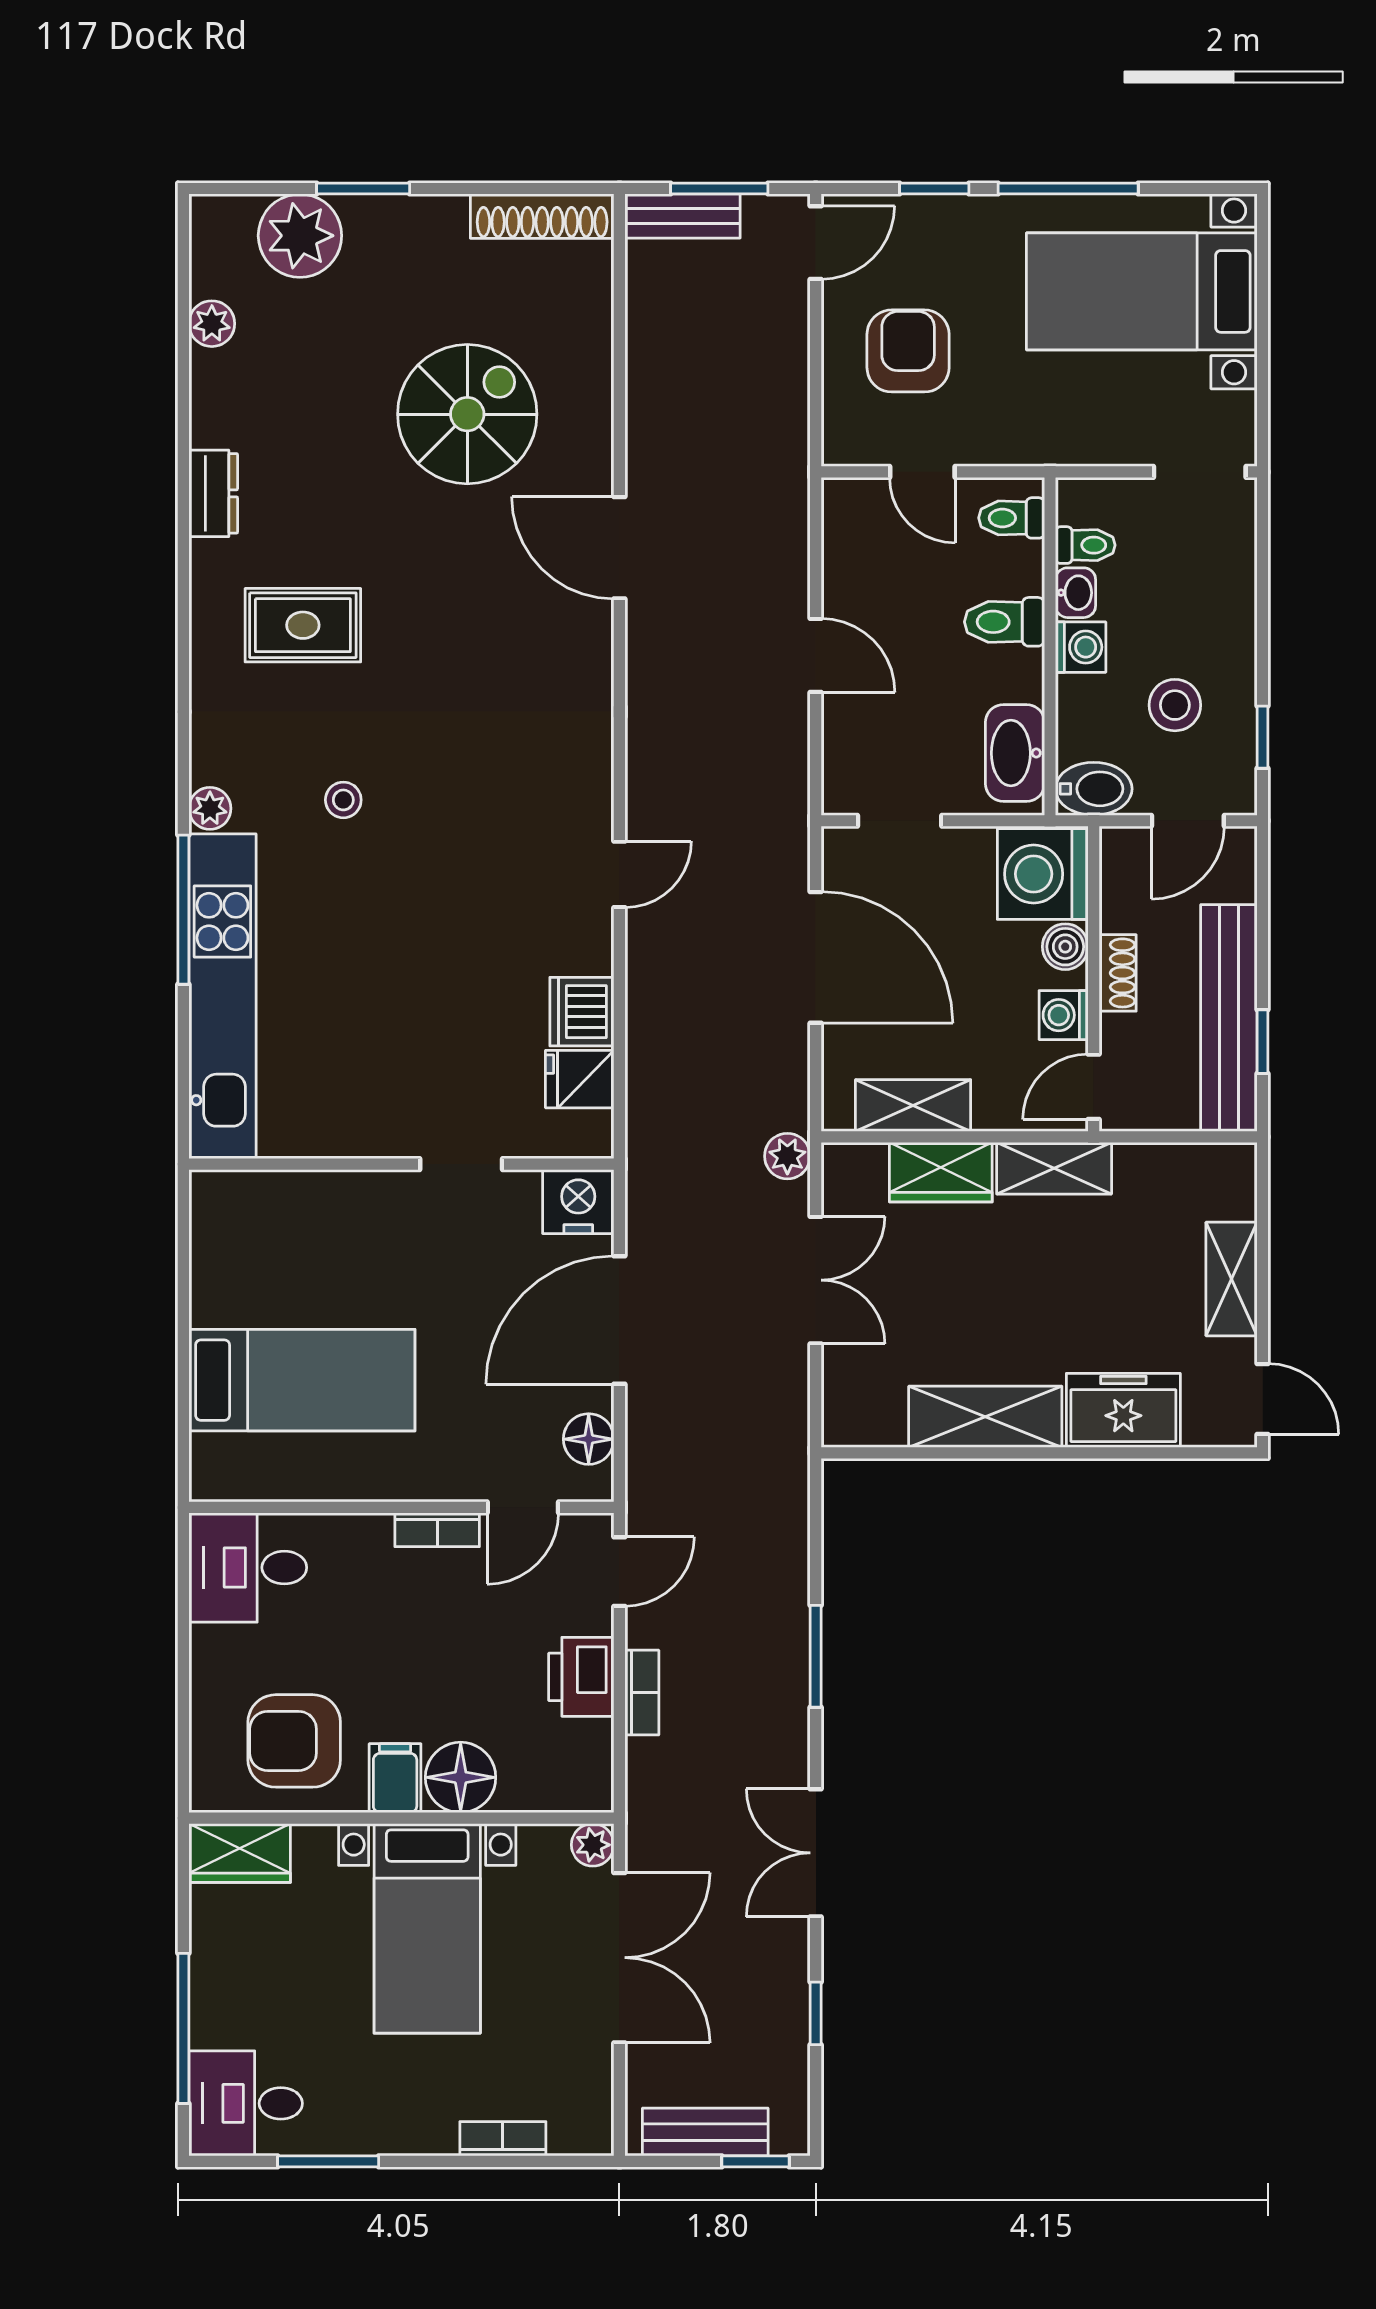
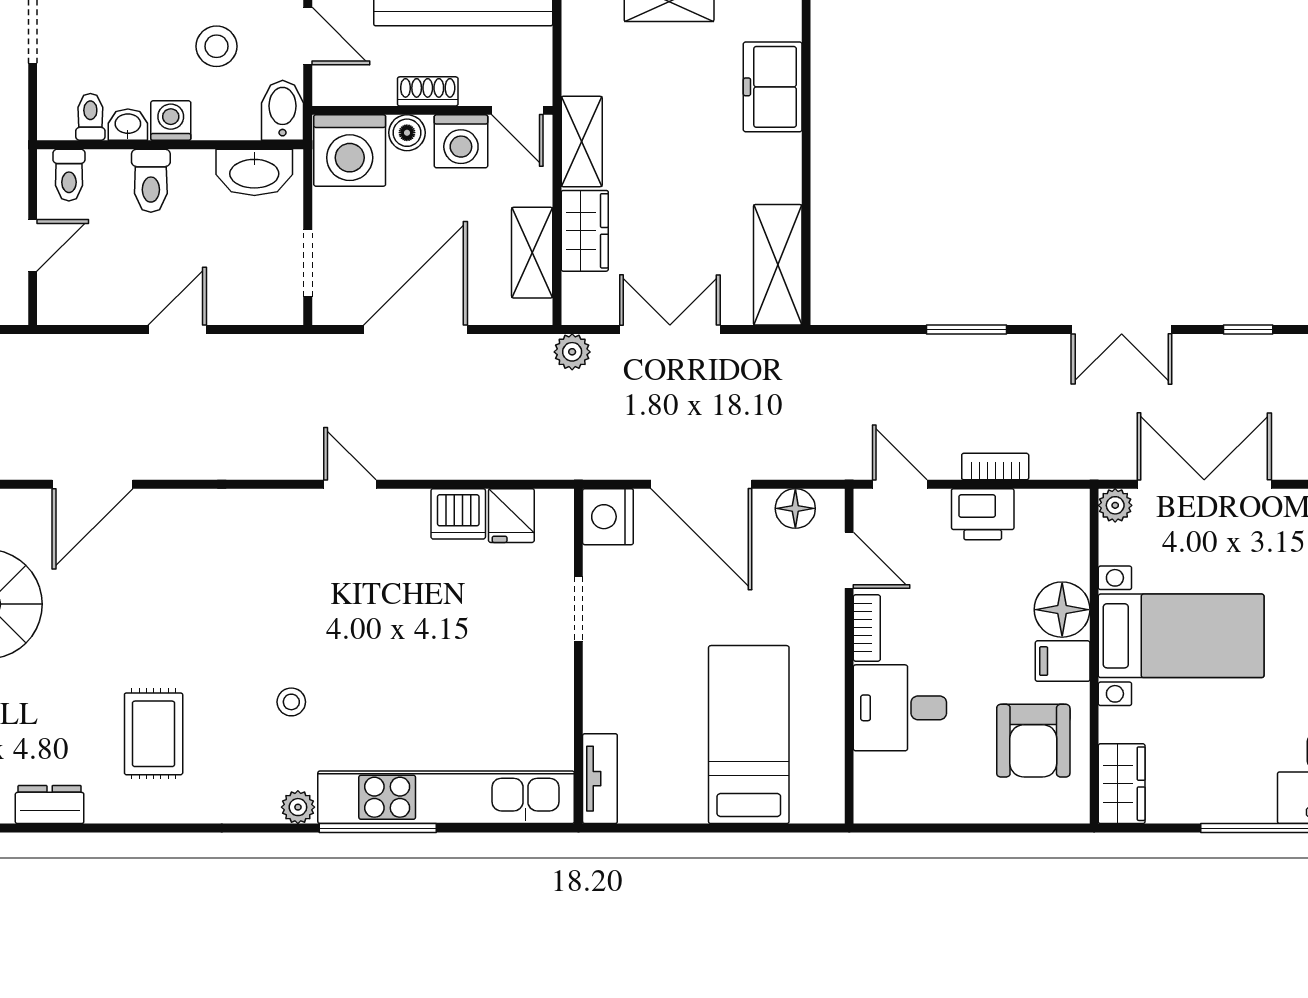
washing machine: (1064, 1015) -> (461, 141), width x1.38, depth x1.38
tv unit: (246, 1191) -> (600, 779), added
shelving: (985, 1417) -> (778, 265), moved
desk: (248, 1568) -> (900, 708), moved, turned 90

